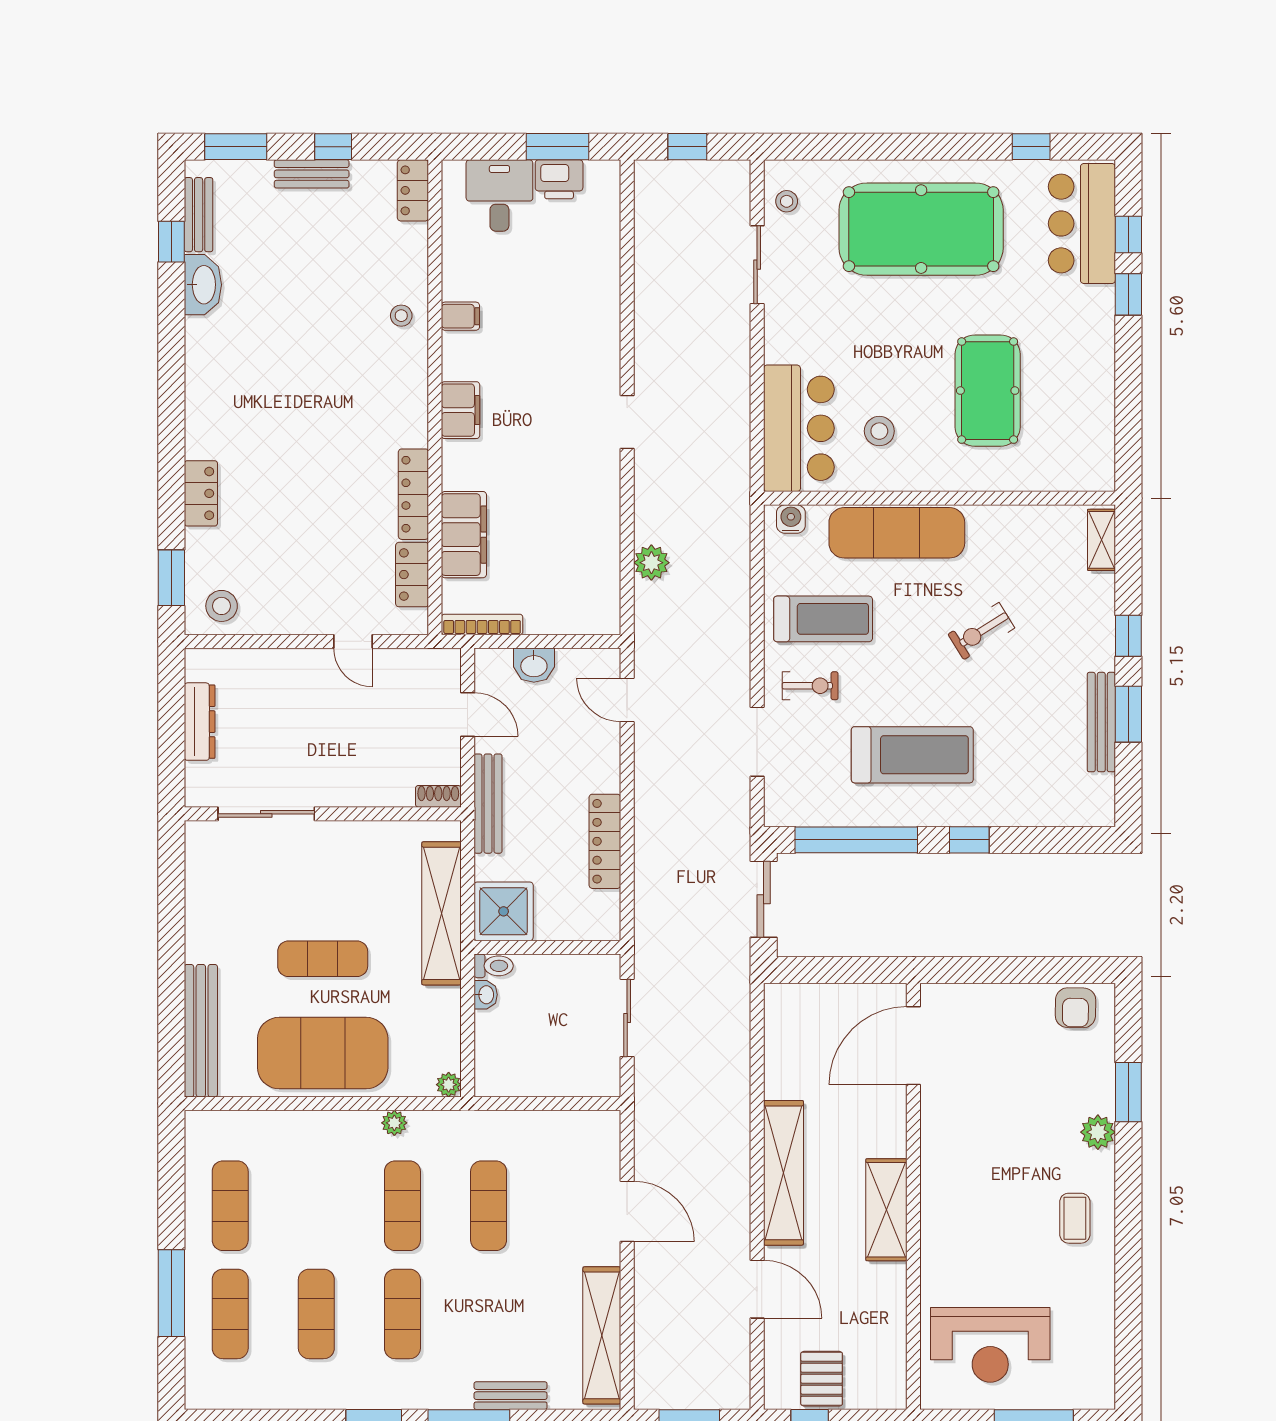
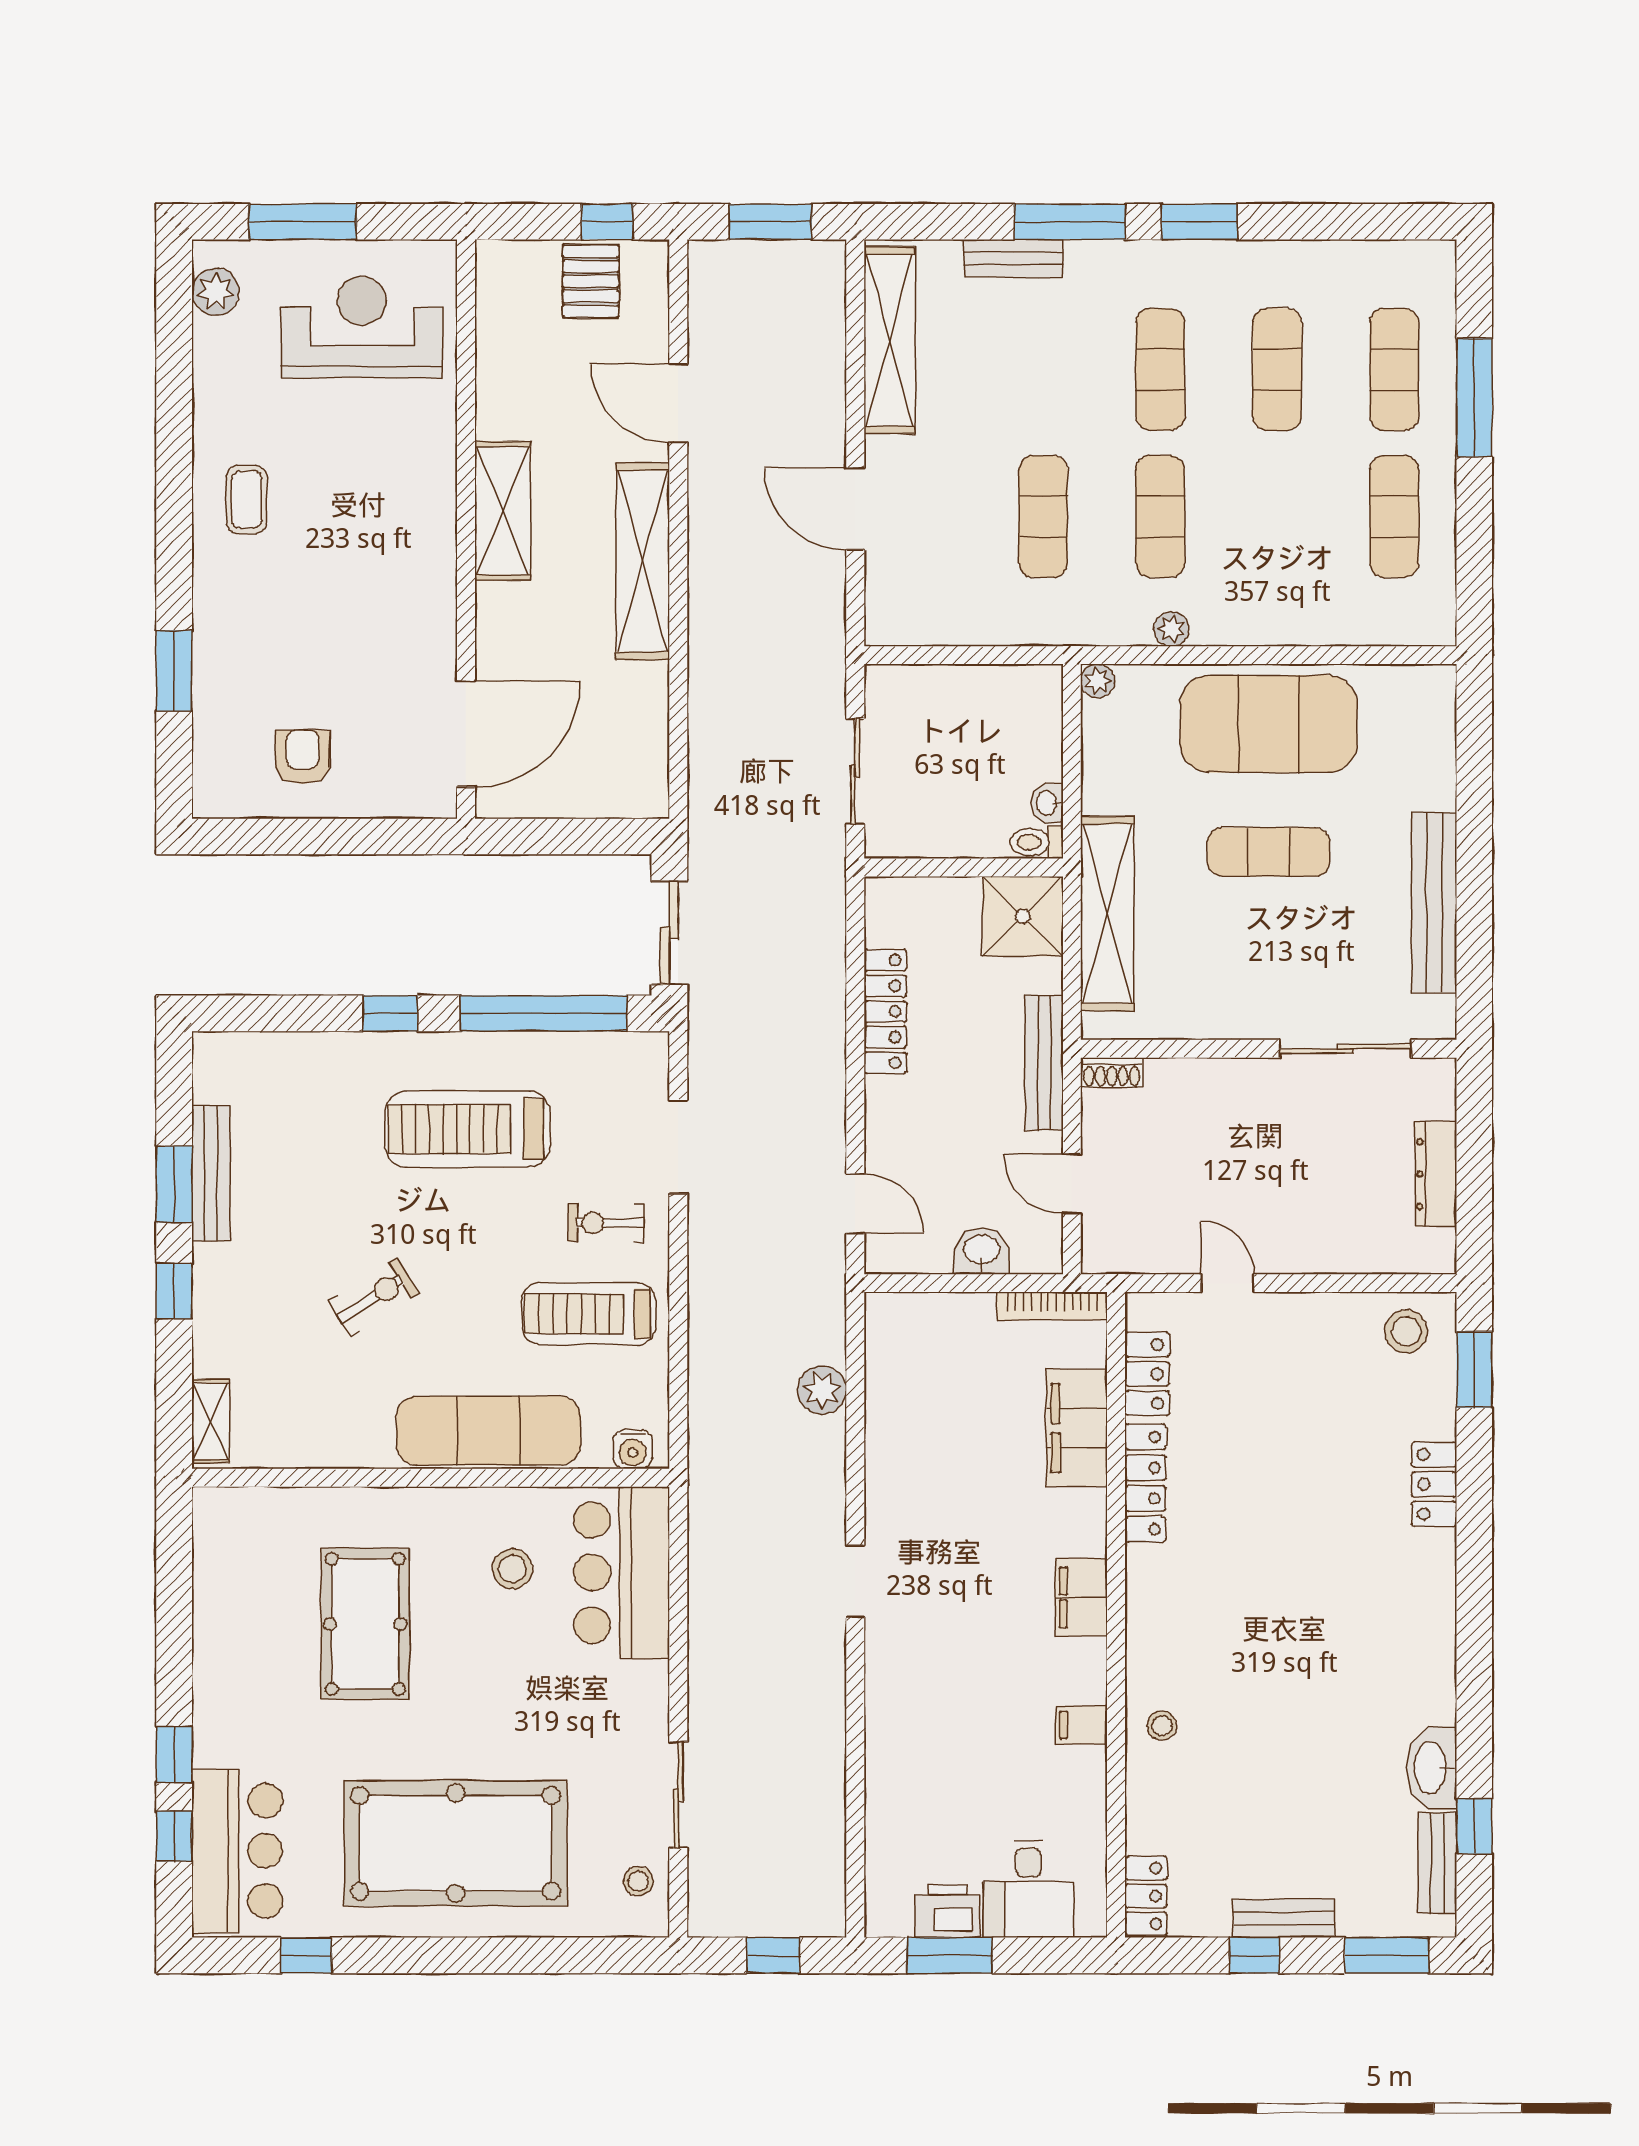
armchair: (1075, 1008) -> (303, 757), moved
bench: (201, 1031) -> (1434, 902), moved
plant: (1098, 1132) -> (216, 292), moved

